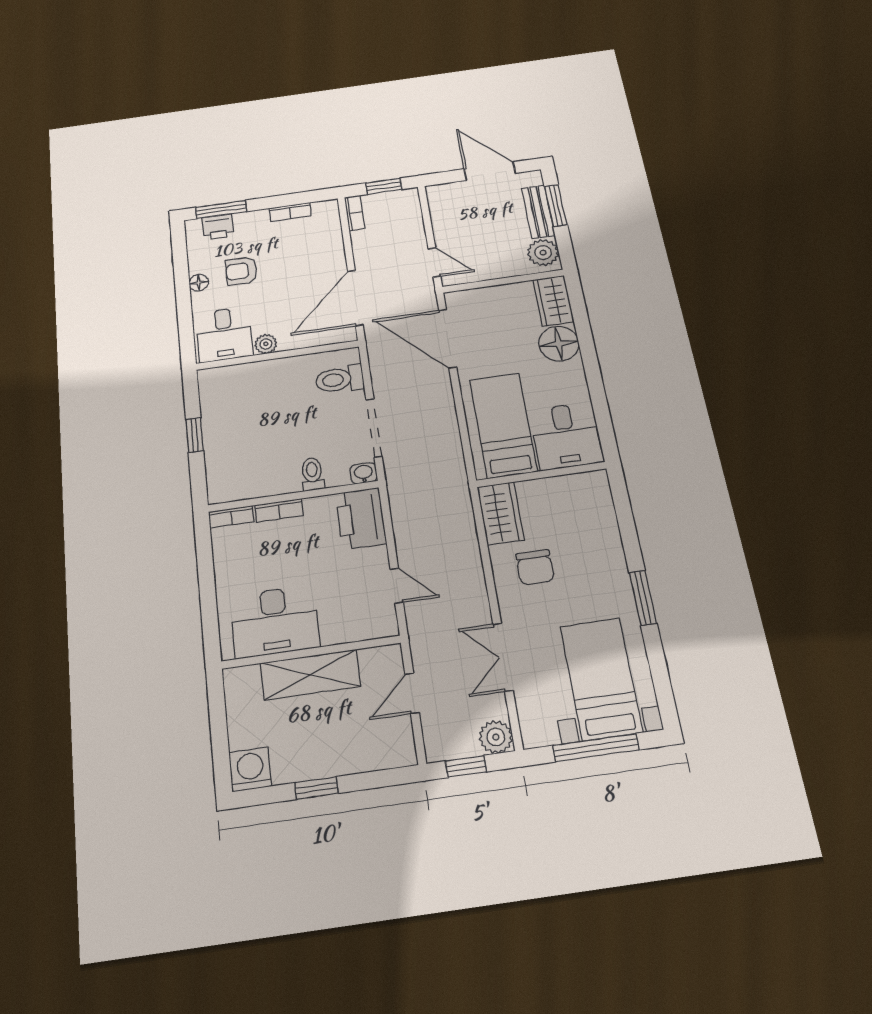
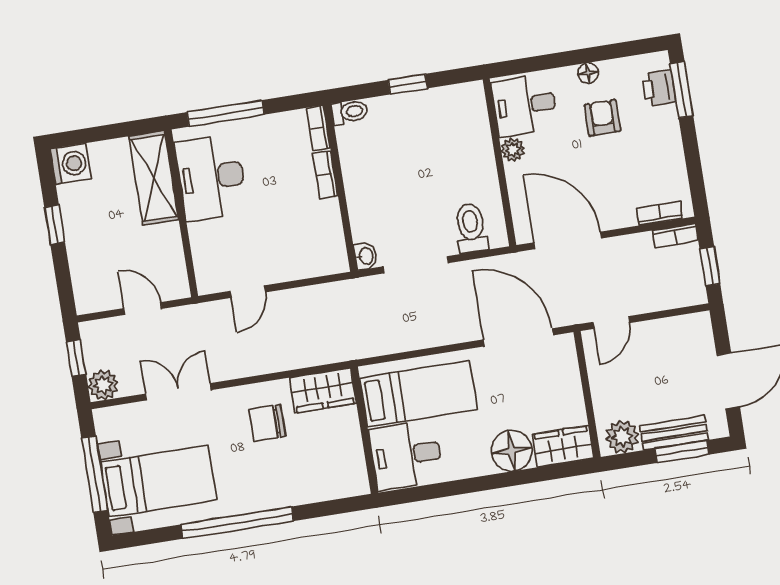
bookcase: (290, 212) -> (660, 213), moved, turned 90
door: (448, 339) -> (518, 337), hinge flipped
toilet: (312, 474) -> (350, 112), moved
printer: (361, 518) -> (317, 255), removed
window: (643, 598) -> (237, 523), width x2.11
window: (209, 607) -> (226, 113), added
shelving: (310, 675) -> (154, 178), moved

